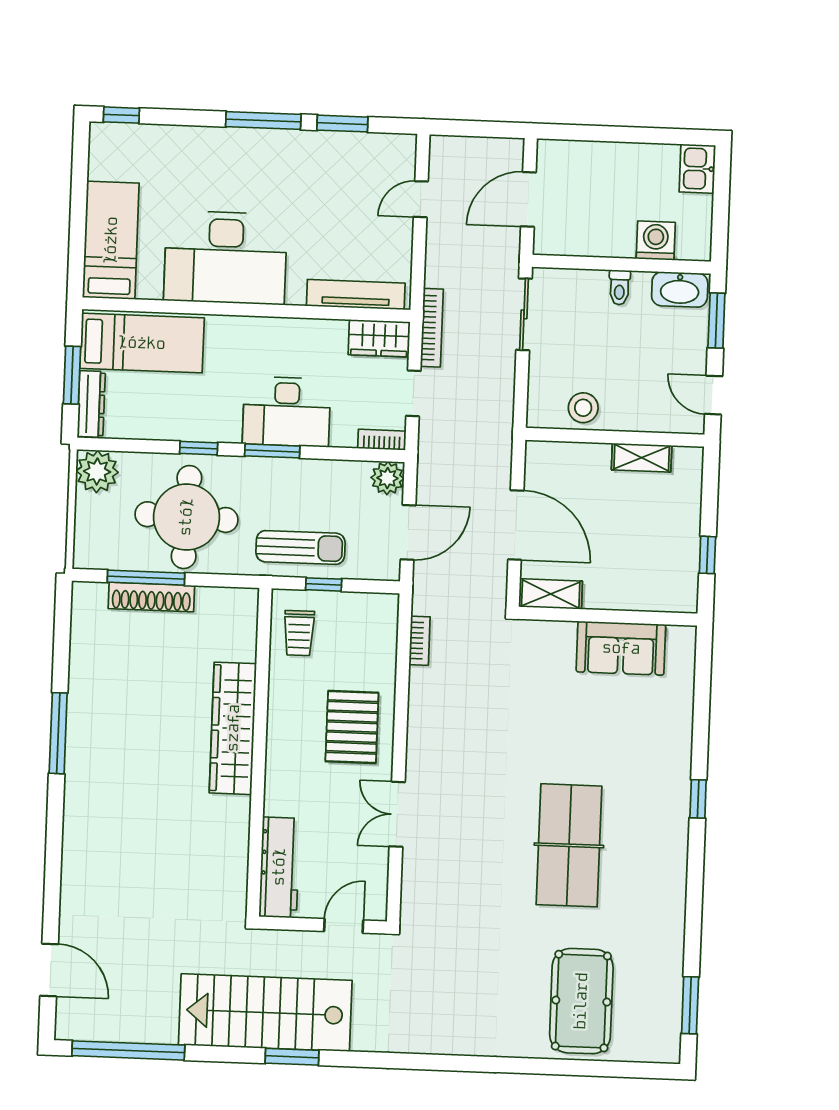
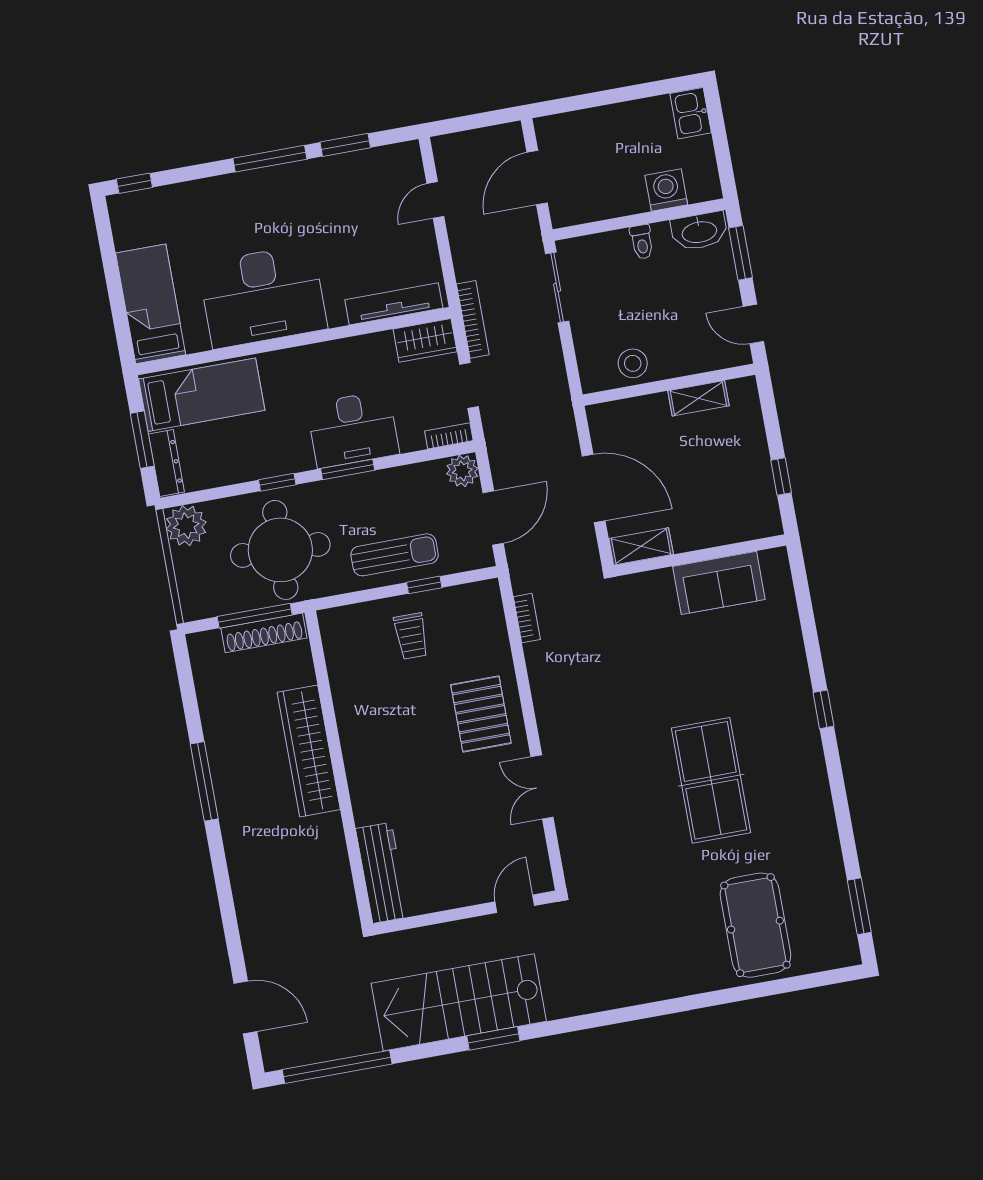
wardrobe: (233, 728) -> (309, 751), moved
wall: (259, 752) -> (339, 768), moved
workbench: (279, 867) -> (382, 873), moved

